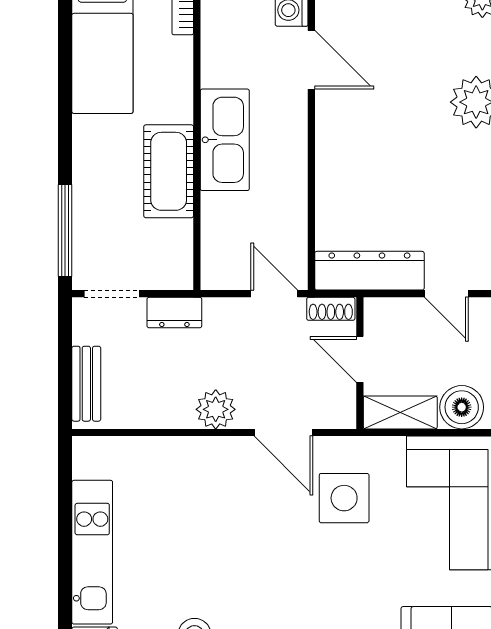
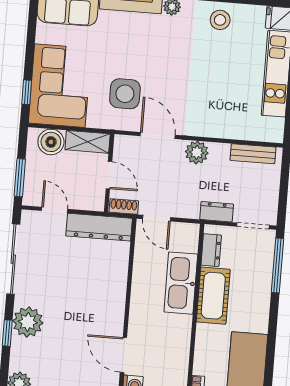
kitchen sink: (225, 140) -> (181, 283), moved
dresser: (178, 247) -> (211, 250), added
bench: (86, 384) -> (253, 154), moved, turned 90

